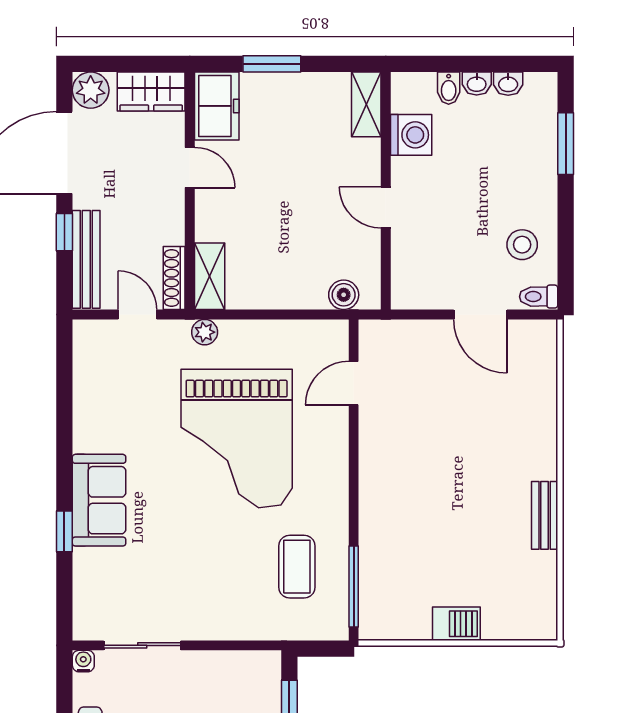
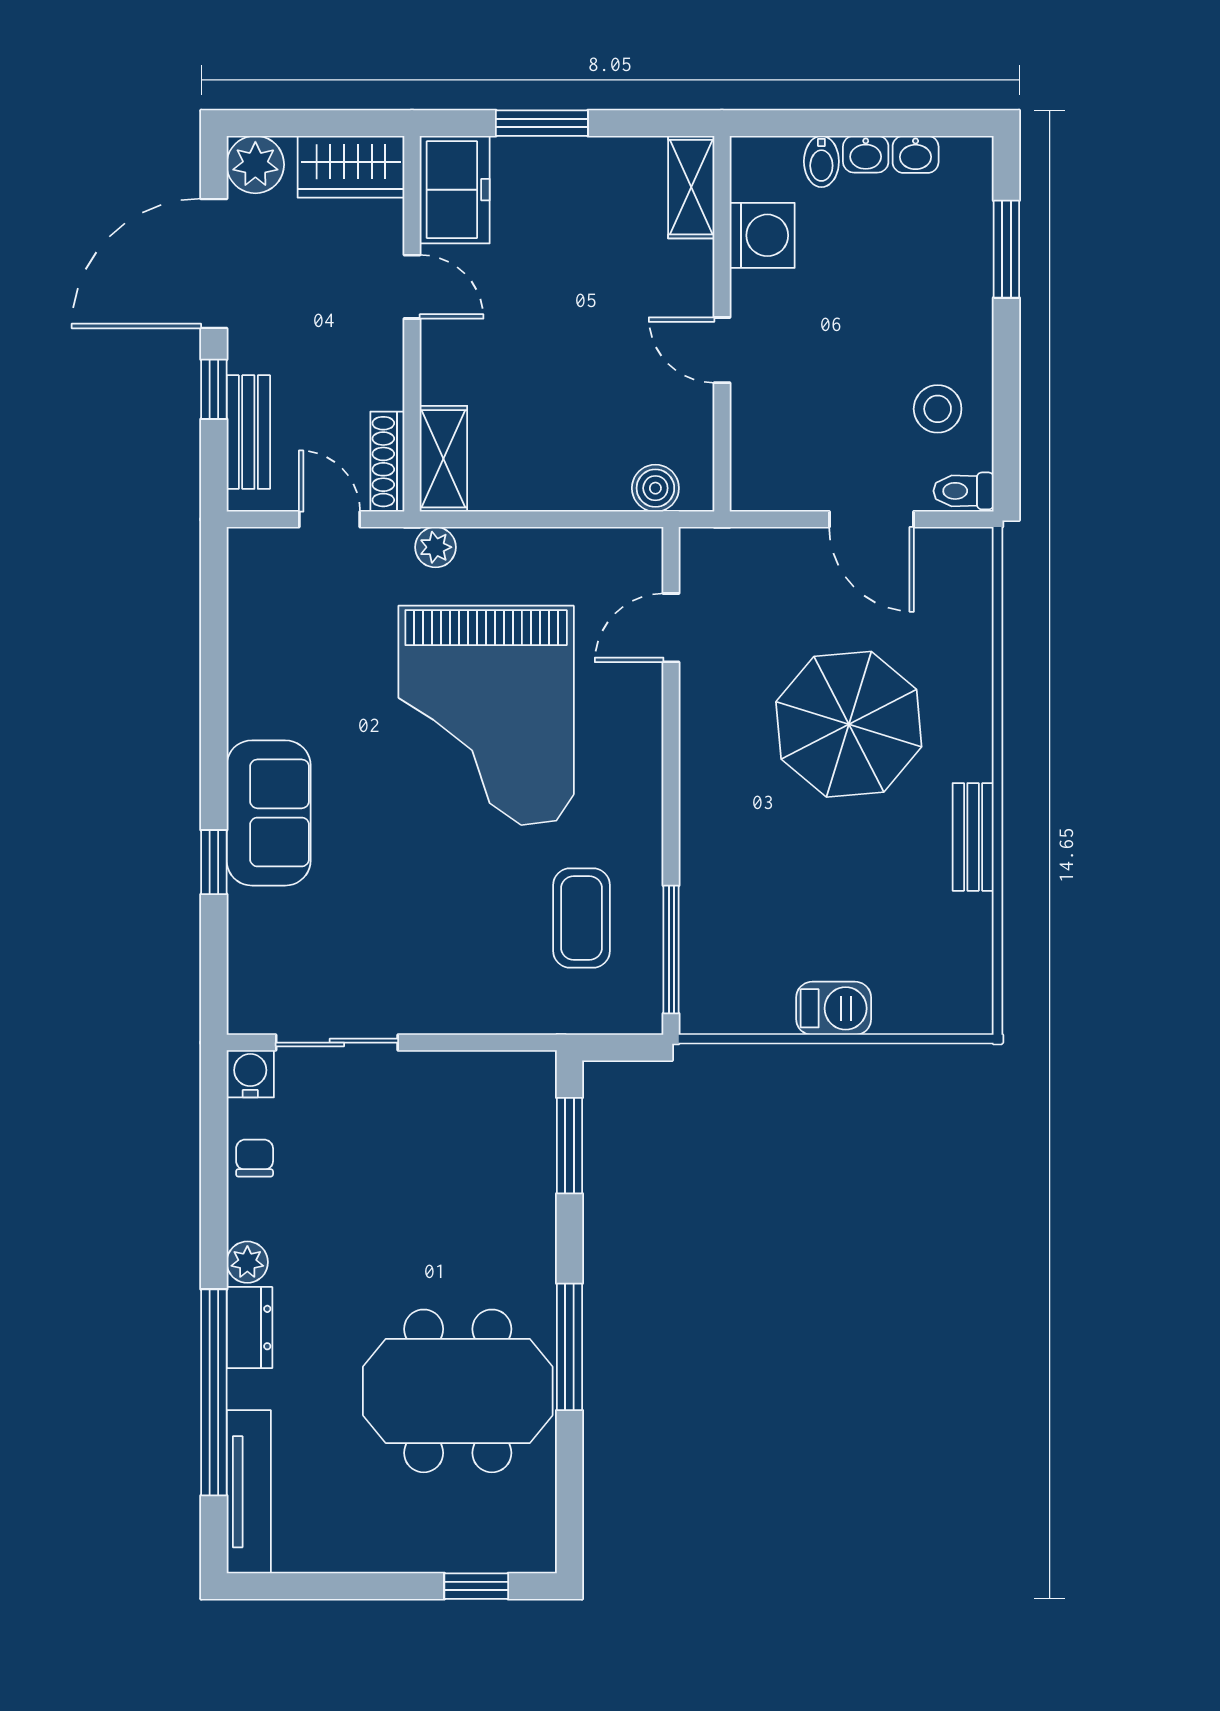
bench: (86, 259) -> (248, 432), width x0.73
parasol: (466, 444) -> (849, 724), added
water cooler: (83, 661) -> (250, 1074), width x1.38, depth x1.38

